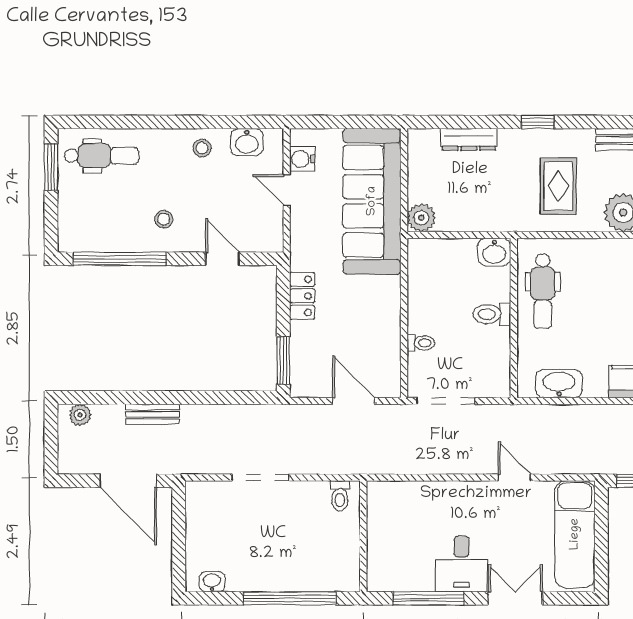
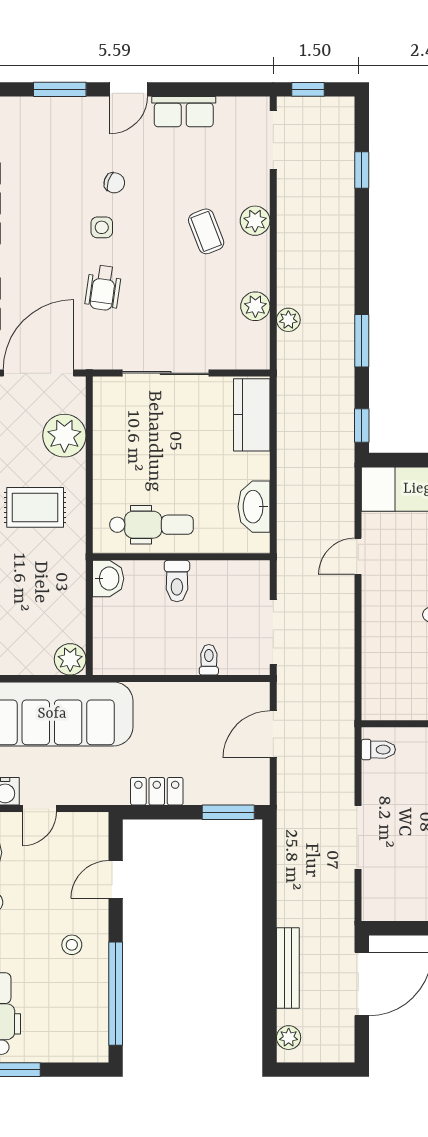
bench: (152, 414) -> (288, 968), width x1.36

